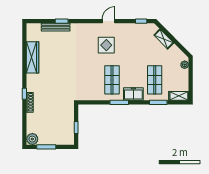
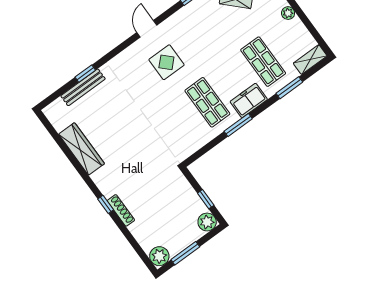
plant: (68, 139) -> (207, 222), added

